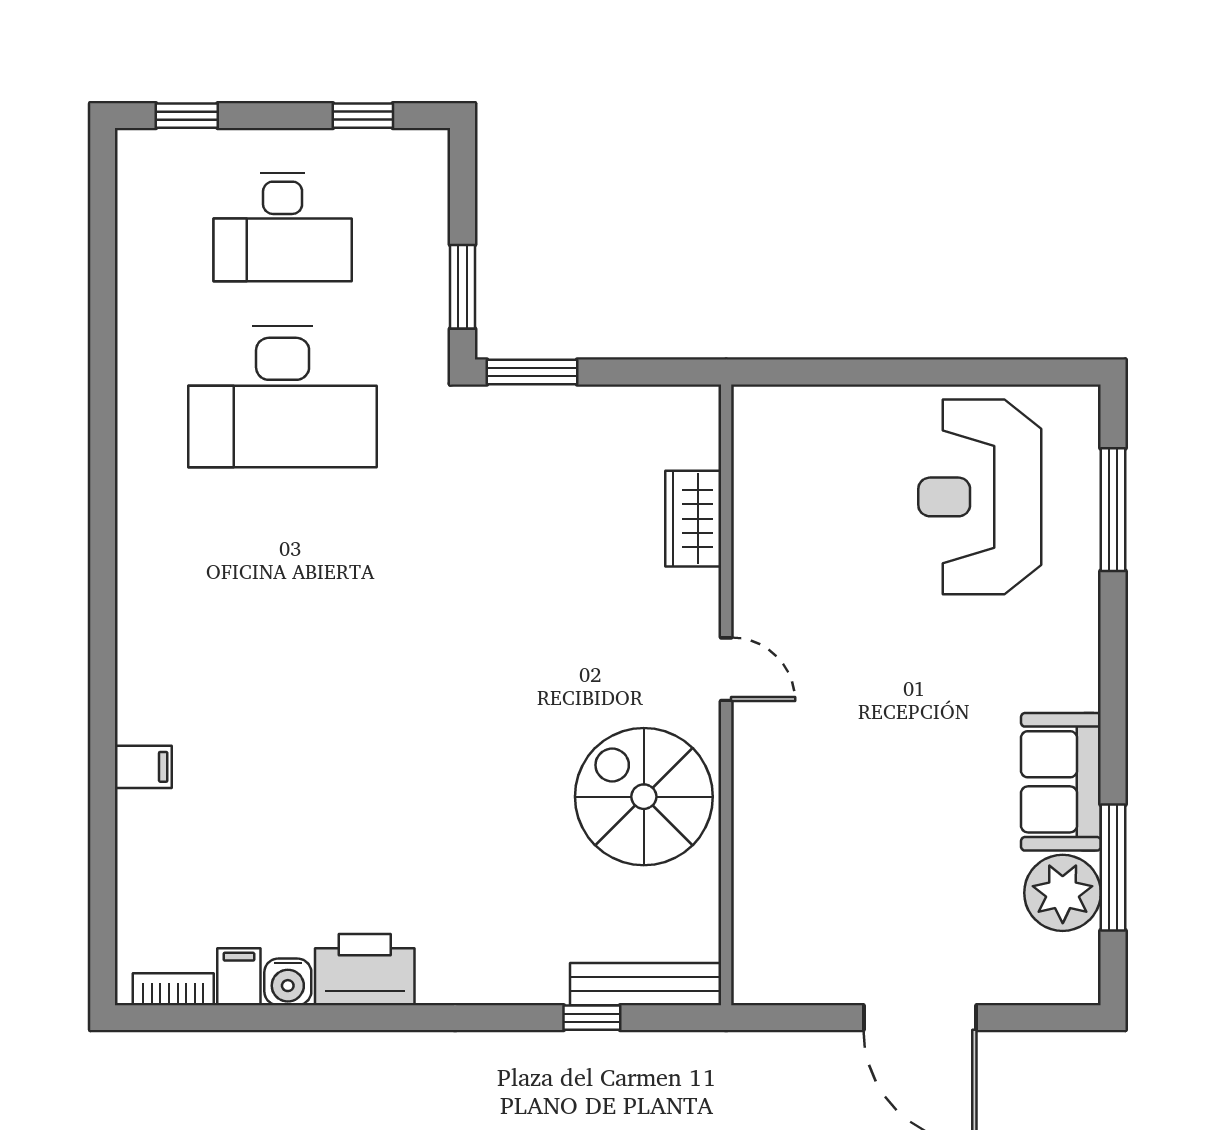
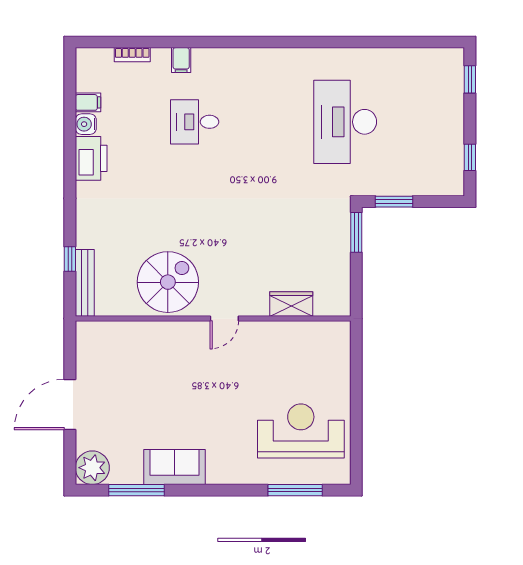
desk: (283, 227) -> (195, 122), moved, width x0.73
plant: (1063, 893) -> (92, 468), moved
bookcase: (173, 989) -> (132, 55), moved, turned 90

